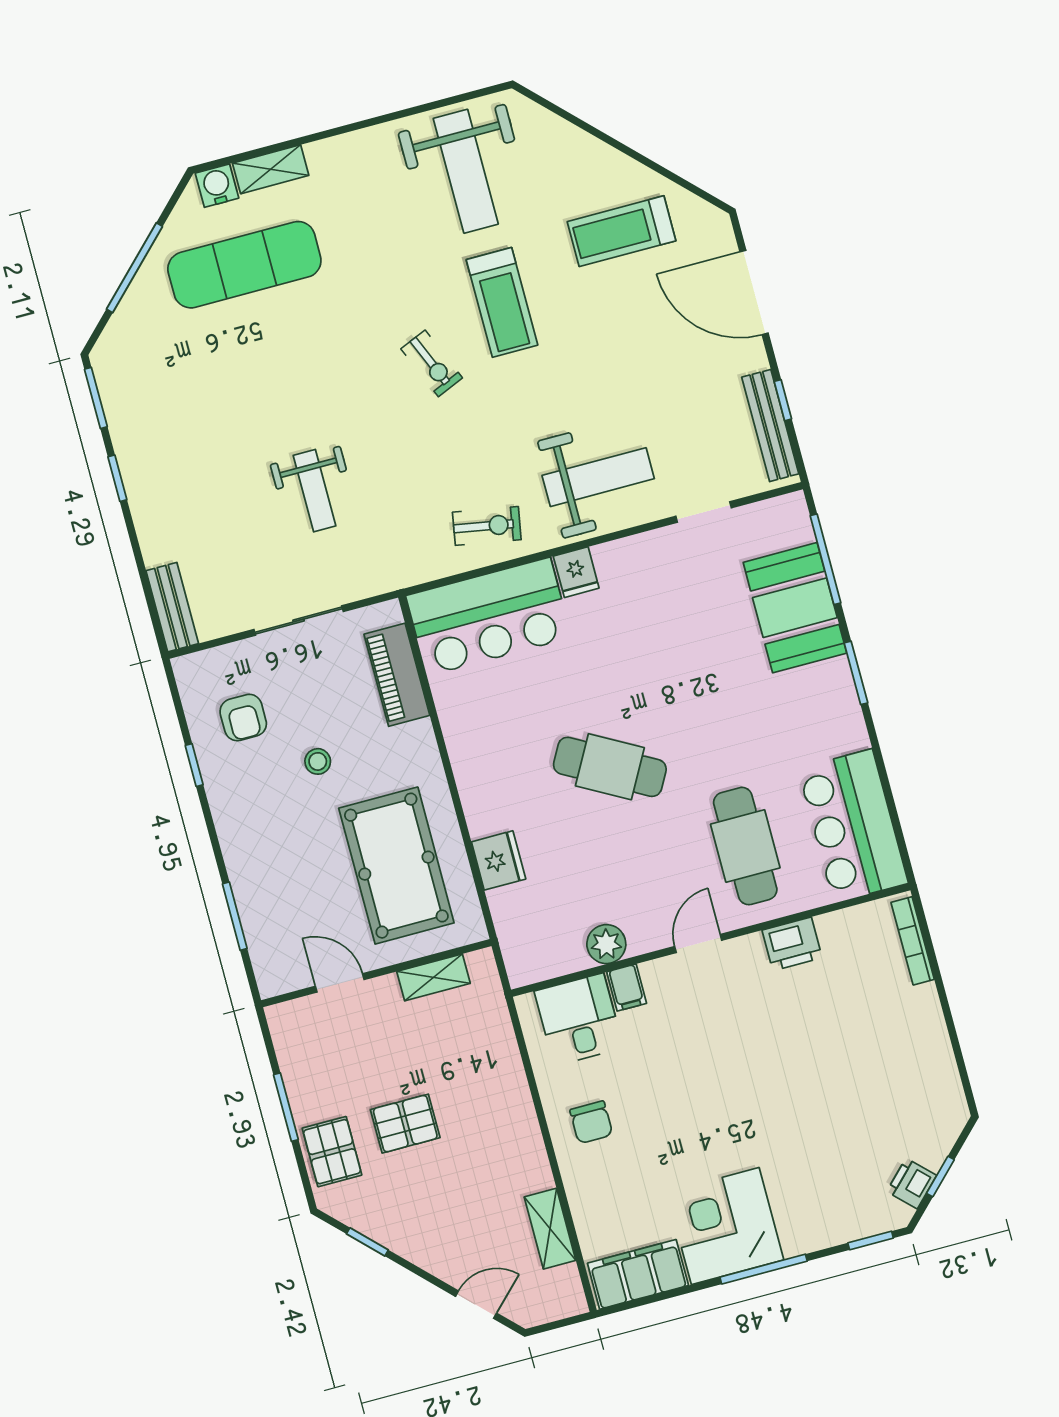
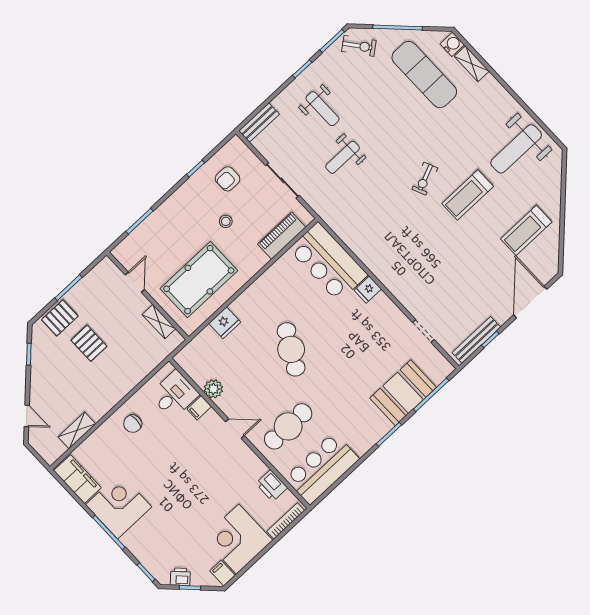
treadmill: (622, 231) -> (526, 230), turned -90
weight bench: (598, 477) -> (322, 109), moved, width x0.73, depth x0.75
exercise bike: (487, 526) -> (359, 46), moved, turned -48
printer: (792, 944) -> (272, 486), moved
corner desk: (899, 1044) -> (238, 539), added
filing cabinet: (946, 1104) -> (223, 573), added

